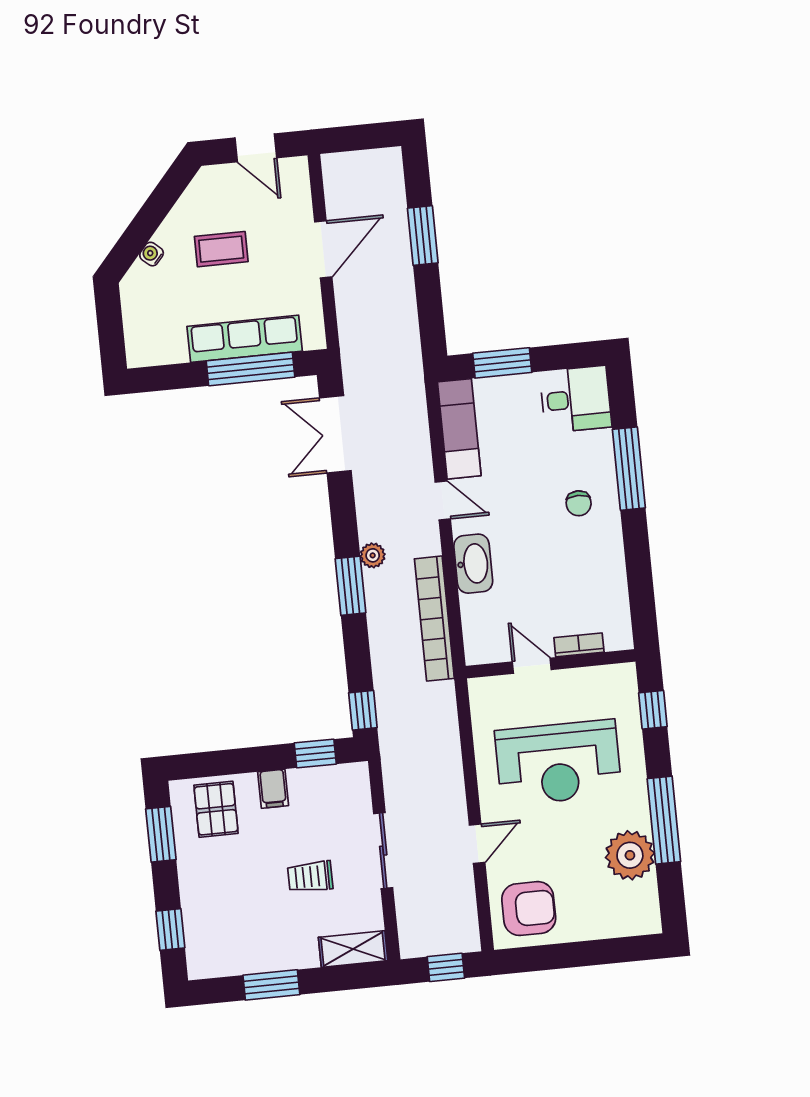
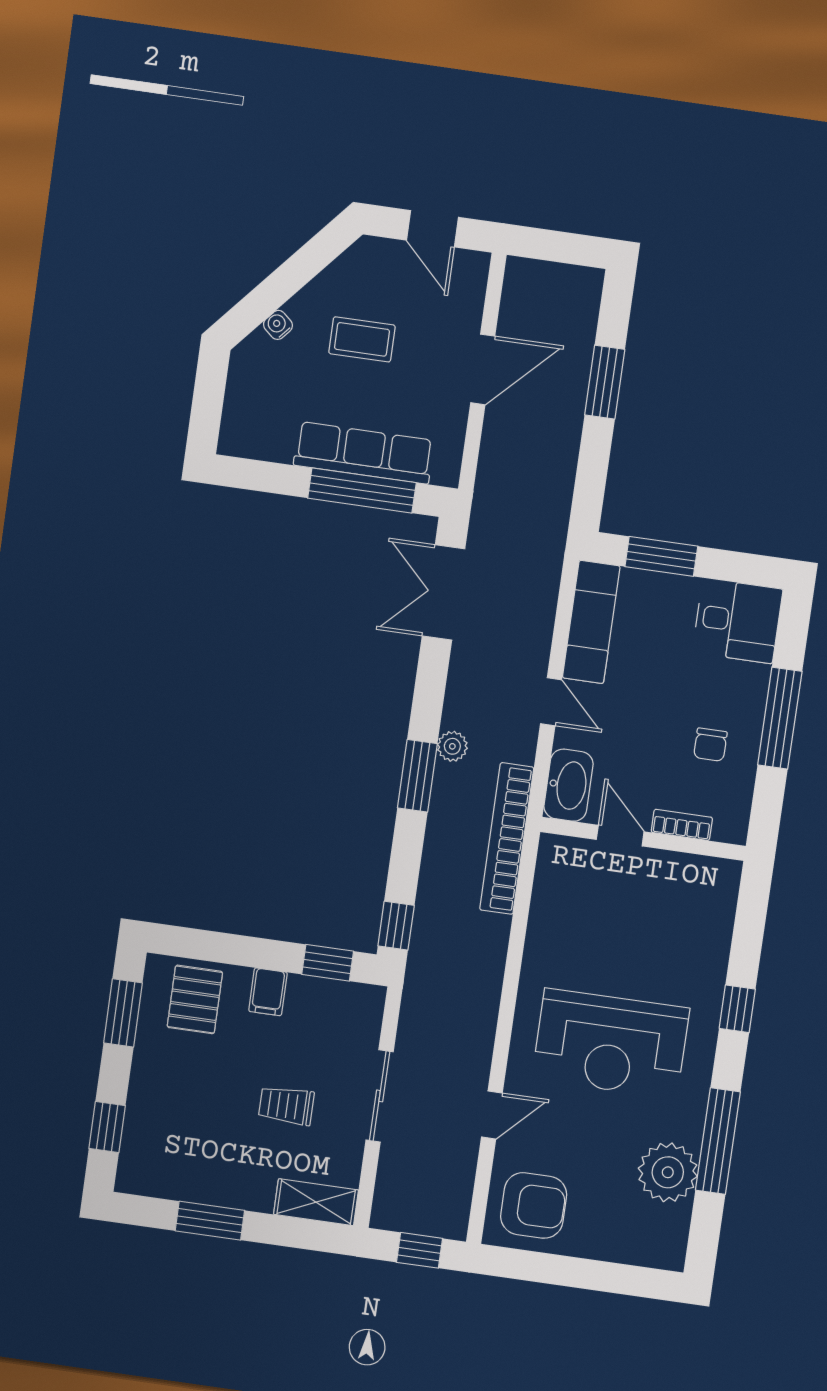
bookcase: (579, 645) -> (682, 825), moved
wall: (551, 664) -> (643, 839), moved
door: (532, 666) -> (620, 836), moved

